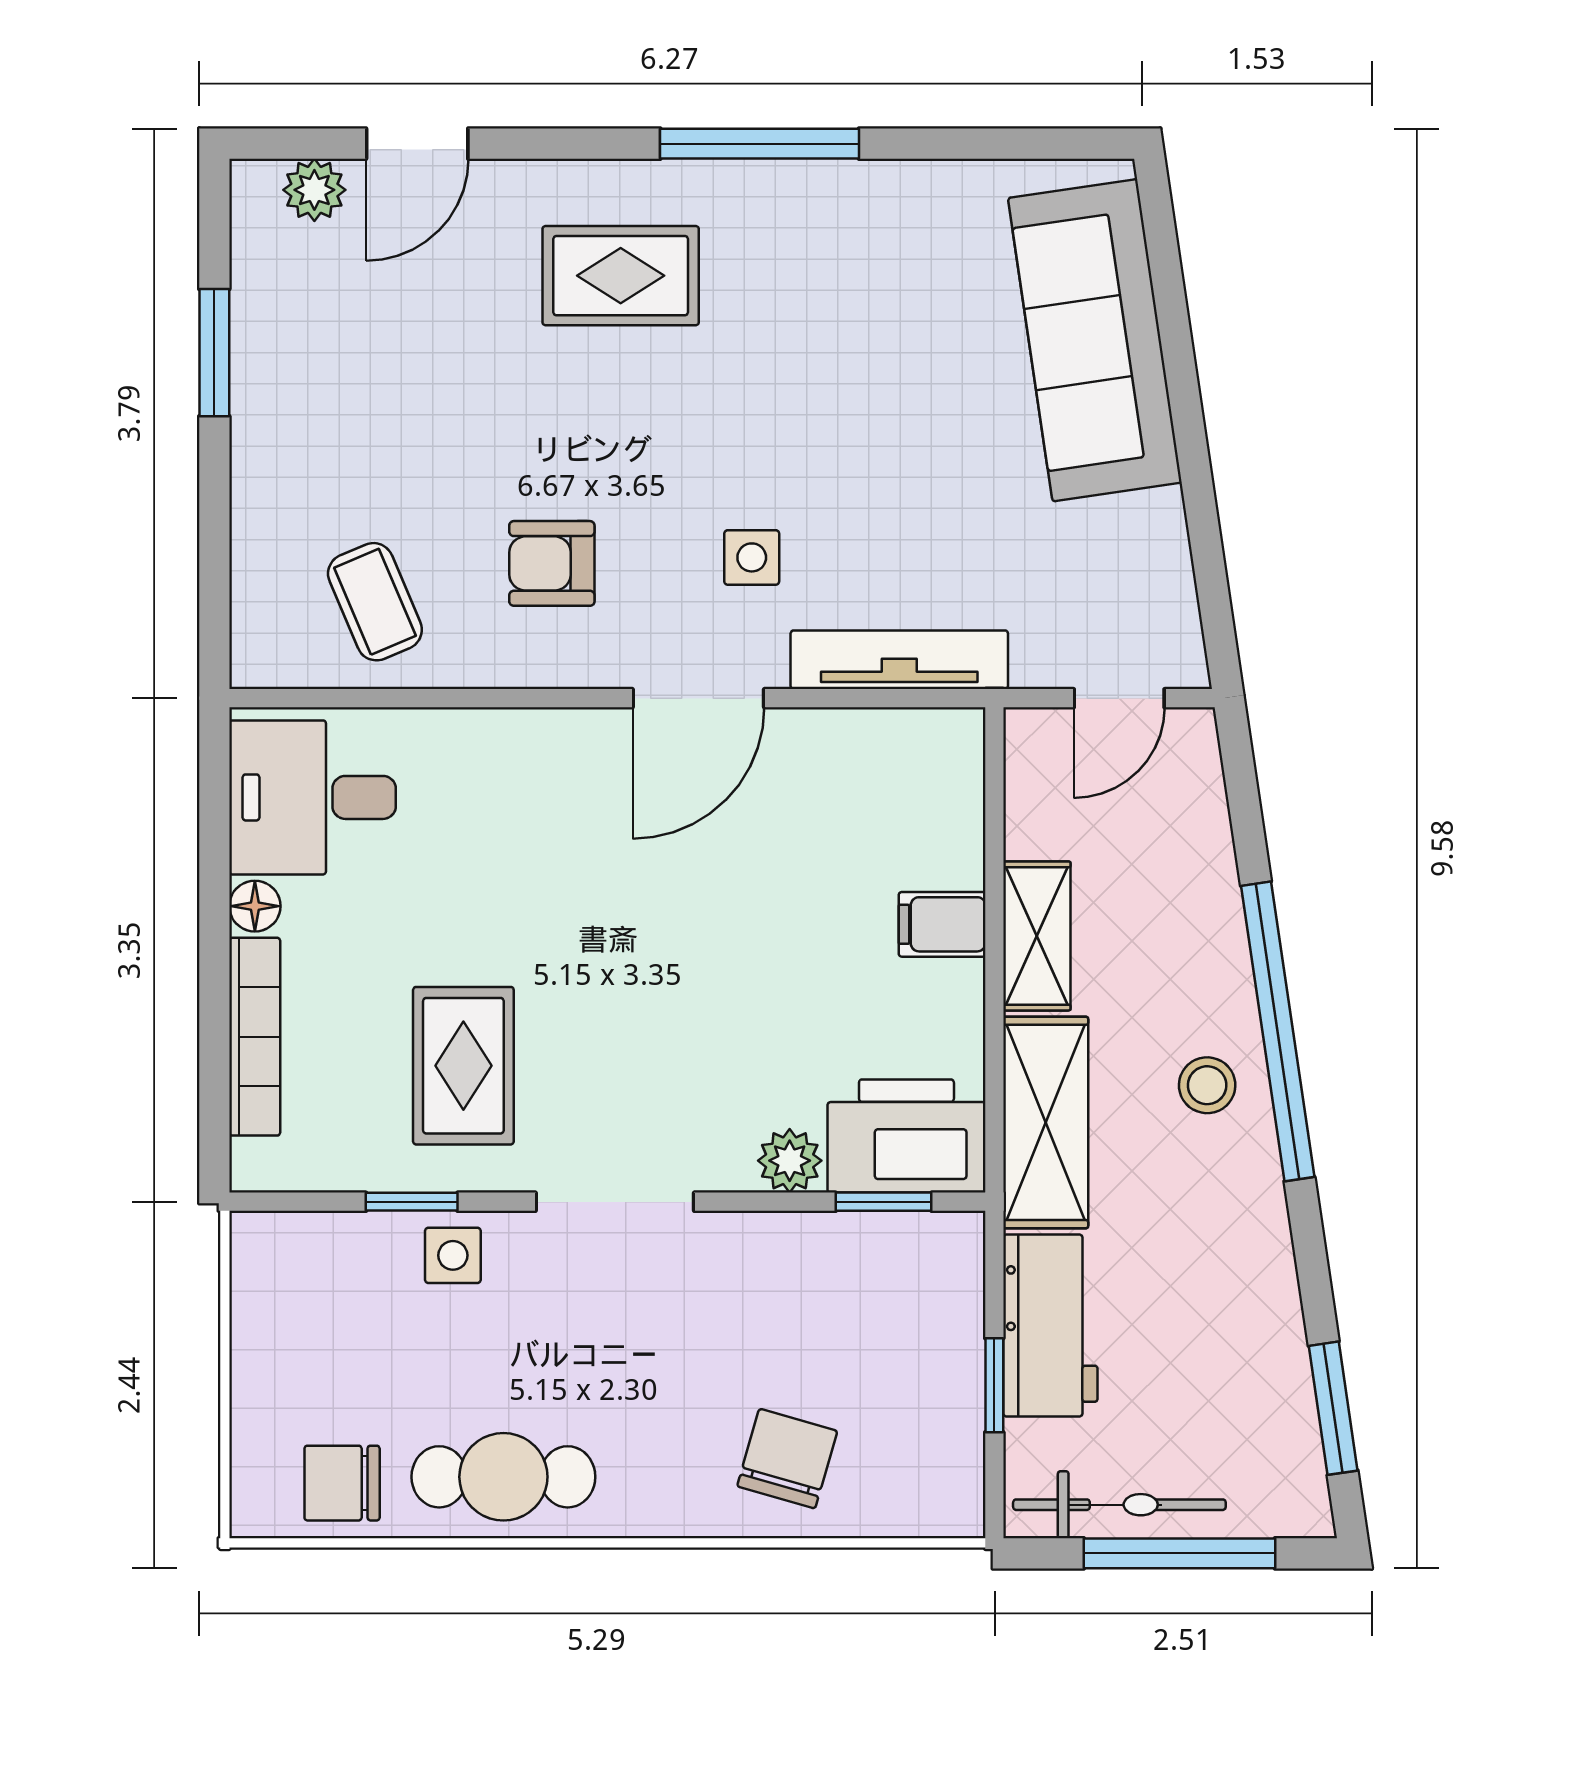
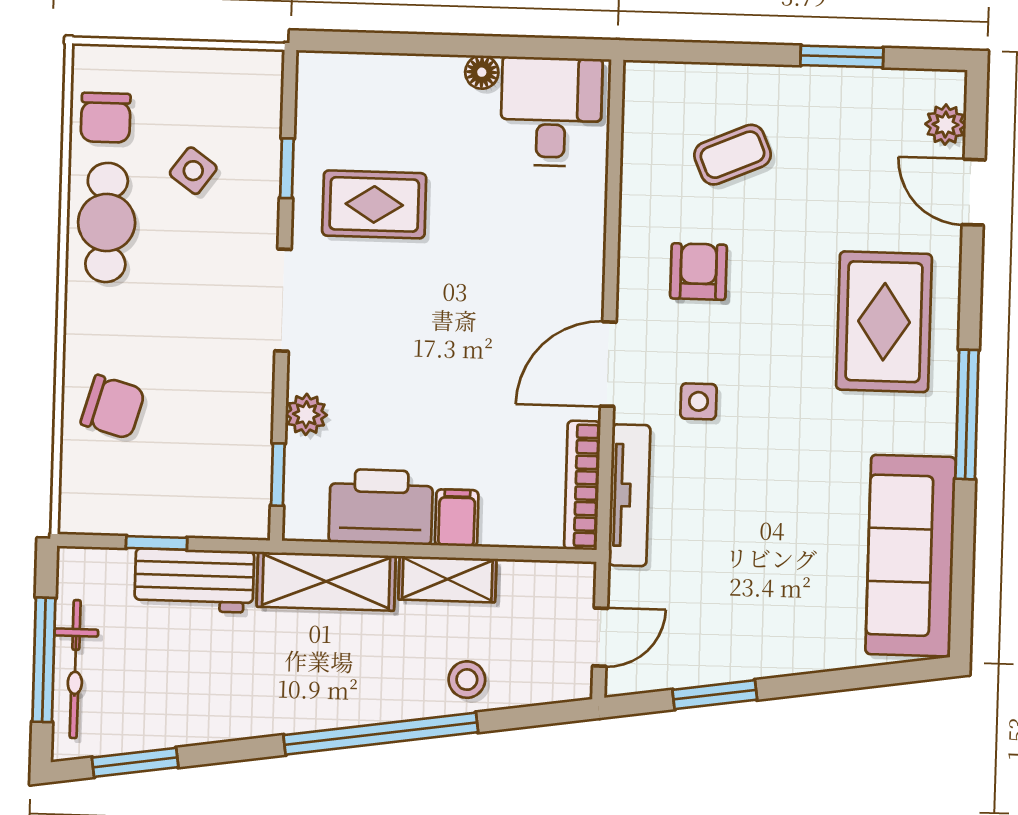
rug: (621, 276) -> (884, 322), width x1.36, depth x1.43
sofa: (1095, 340) -> (911, 556), moved, turned -82
window: (1202, 519) -> (715, 695), added
coffee table: (375, 602) -> (733, 155), moved
door: (698, 698) -> (608, 364), hinge flipped
door: (1119, 698) -> (600, 637), swing flipped
bookcase: (255, 1037) -> (582, 485), moved, turned 90
stool: (1207, 1085) -> (467, 680), moved
printer: (906, 1136) -> (381, 507), moved, turned -90
side table: (453, 1255) -> (193, 171), moved, turned 36
chair: (342, 1483) -> (106, 118), turned 180
bicycle: (1119, 1505) -> (75, 669), moved

